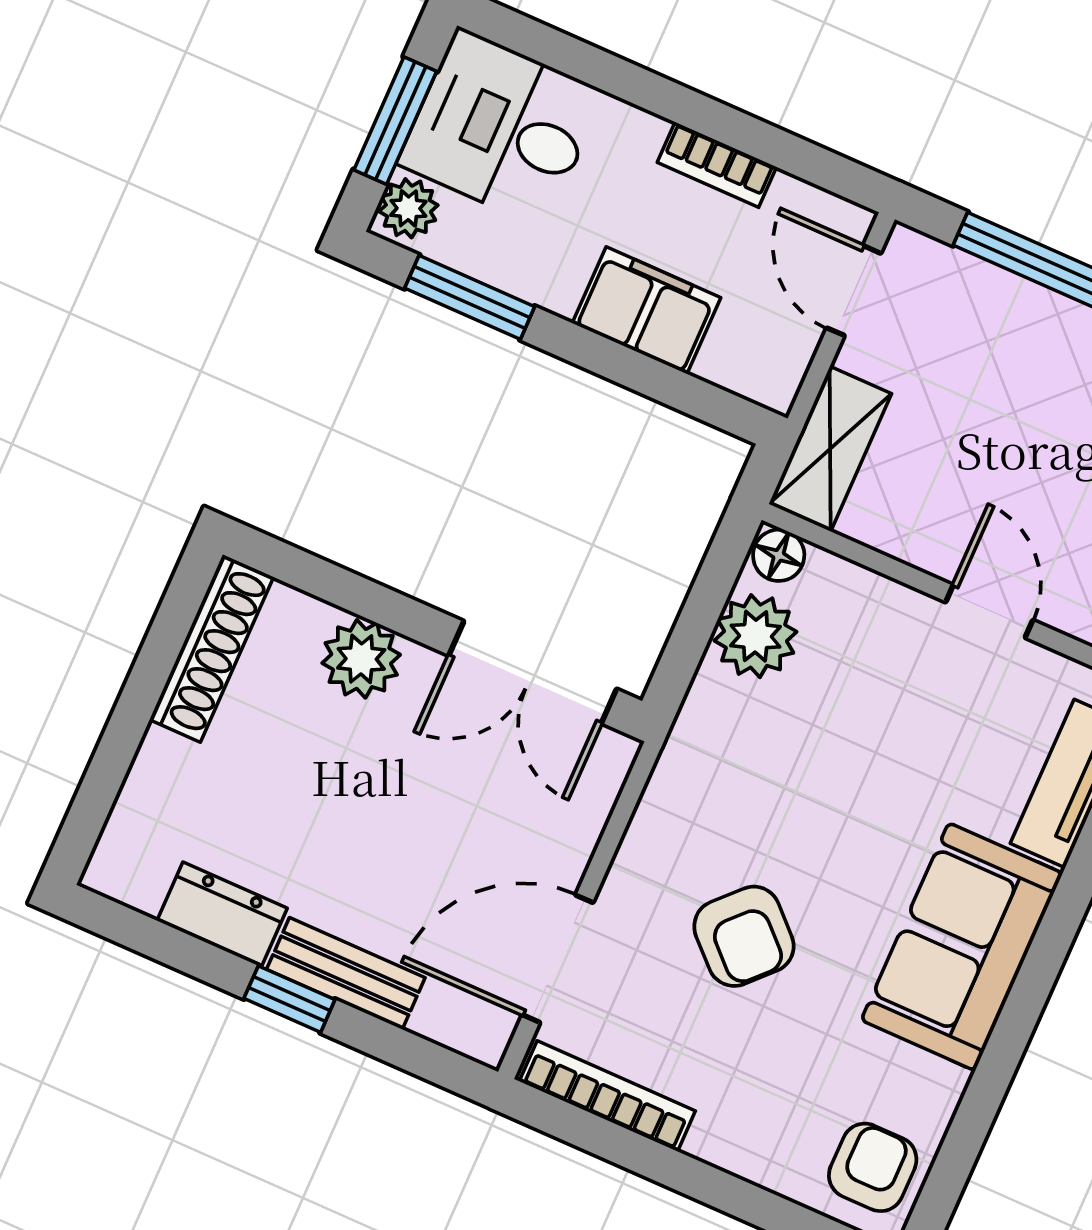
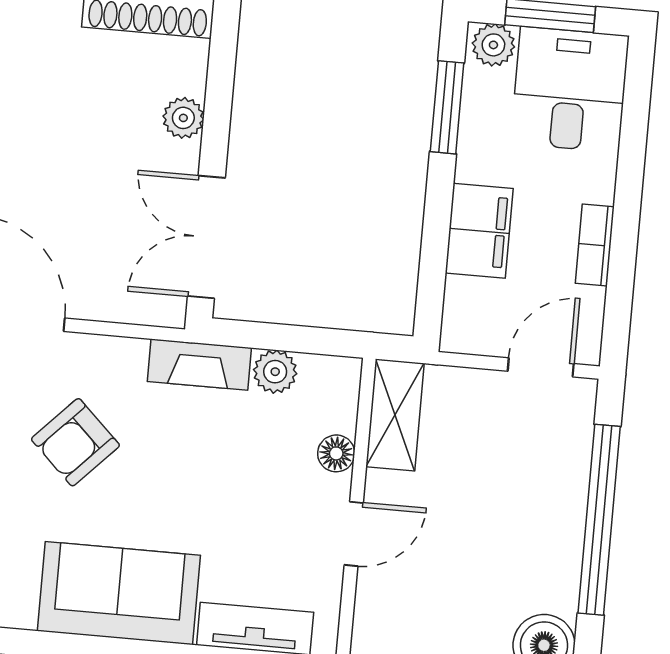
shelving: (830, 449) -> (395, 415), moved, turned 90
floor lamp: (779, 555) -> (336, 453), moved
plant: (756, 636) -> (275, 372), width x0.73, depth x0.73
plant: (361, 659) -> (183, 118), width x0.73, depth x0.73
fireplace: (697, 738) -> (199, 365), added

